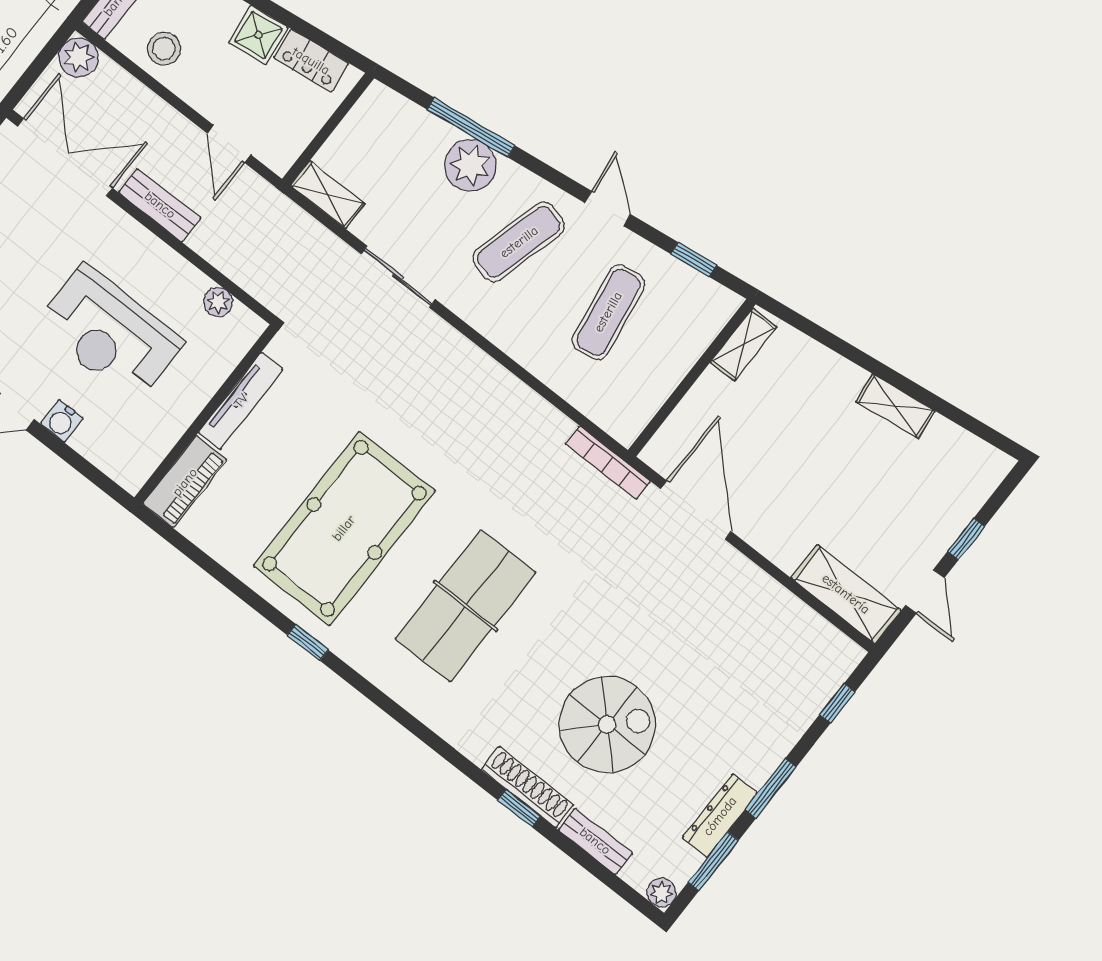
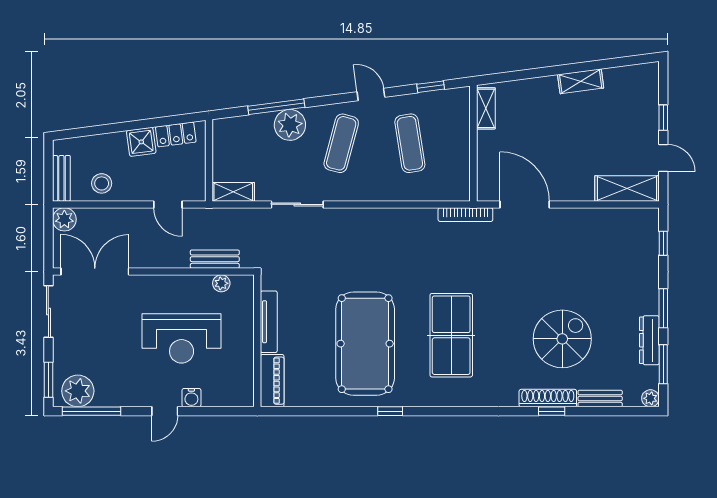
bench: (160, 205) -> (215, 259), moved

